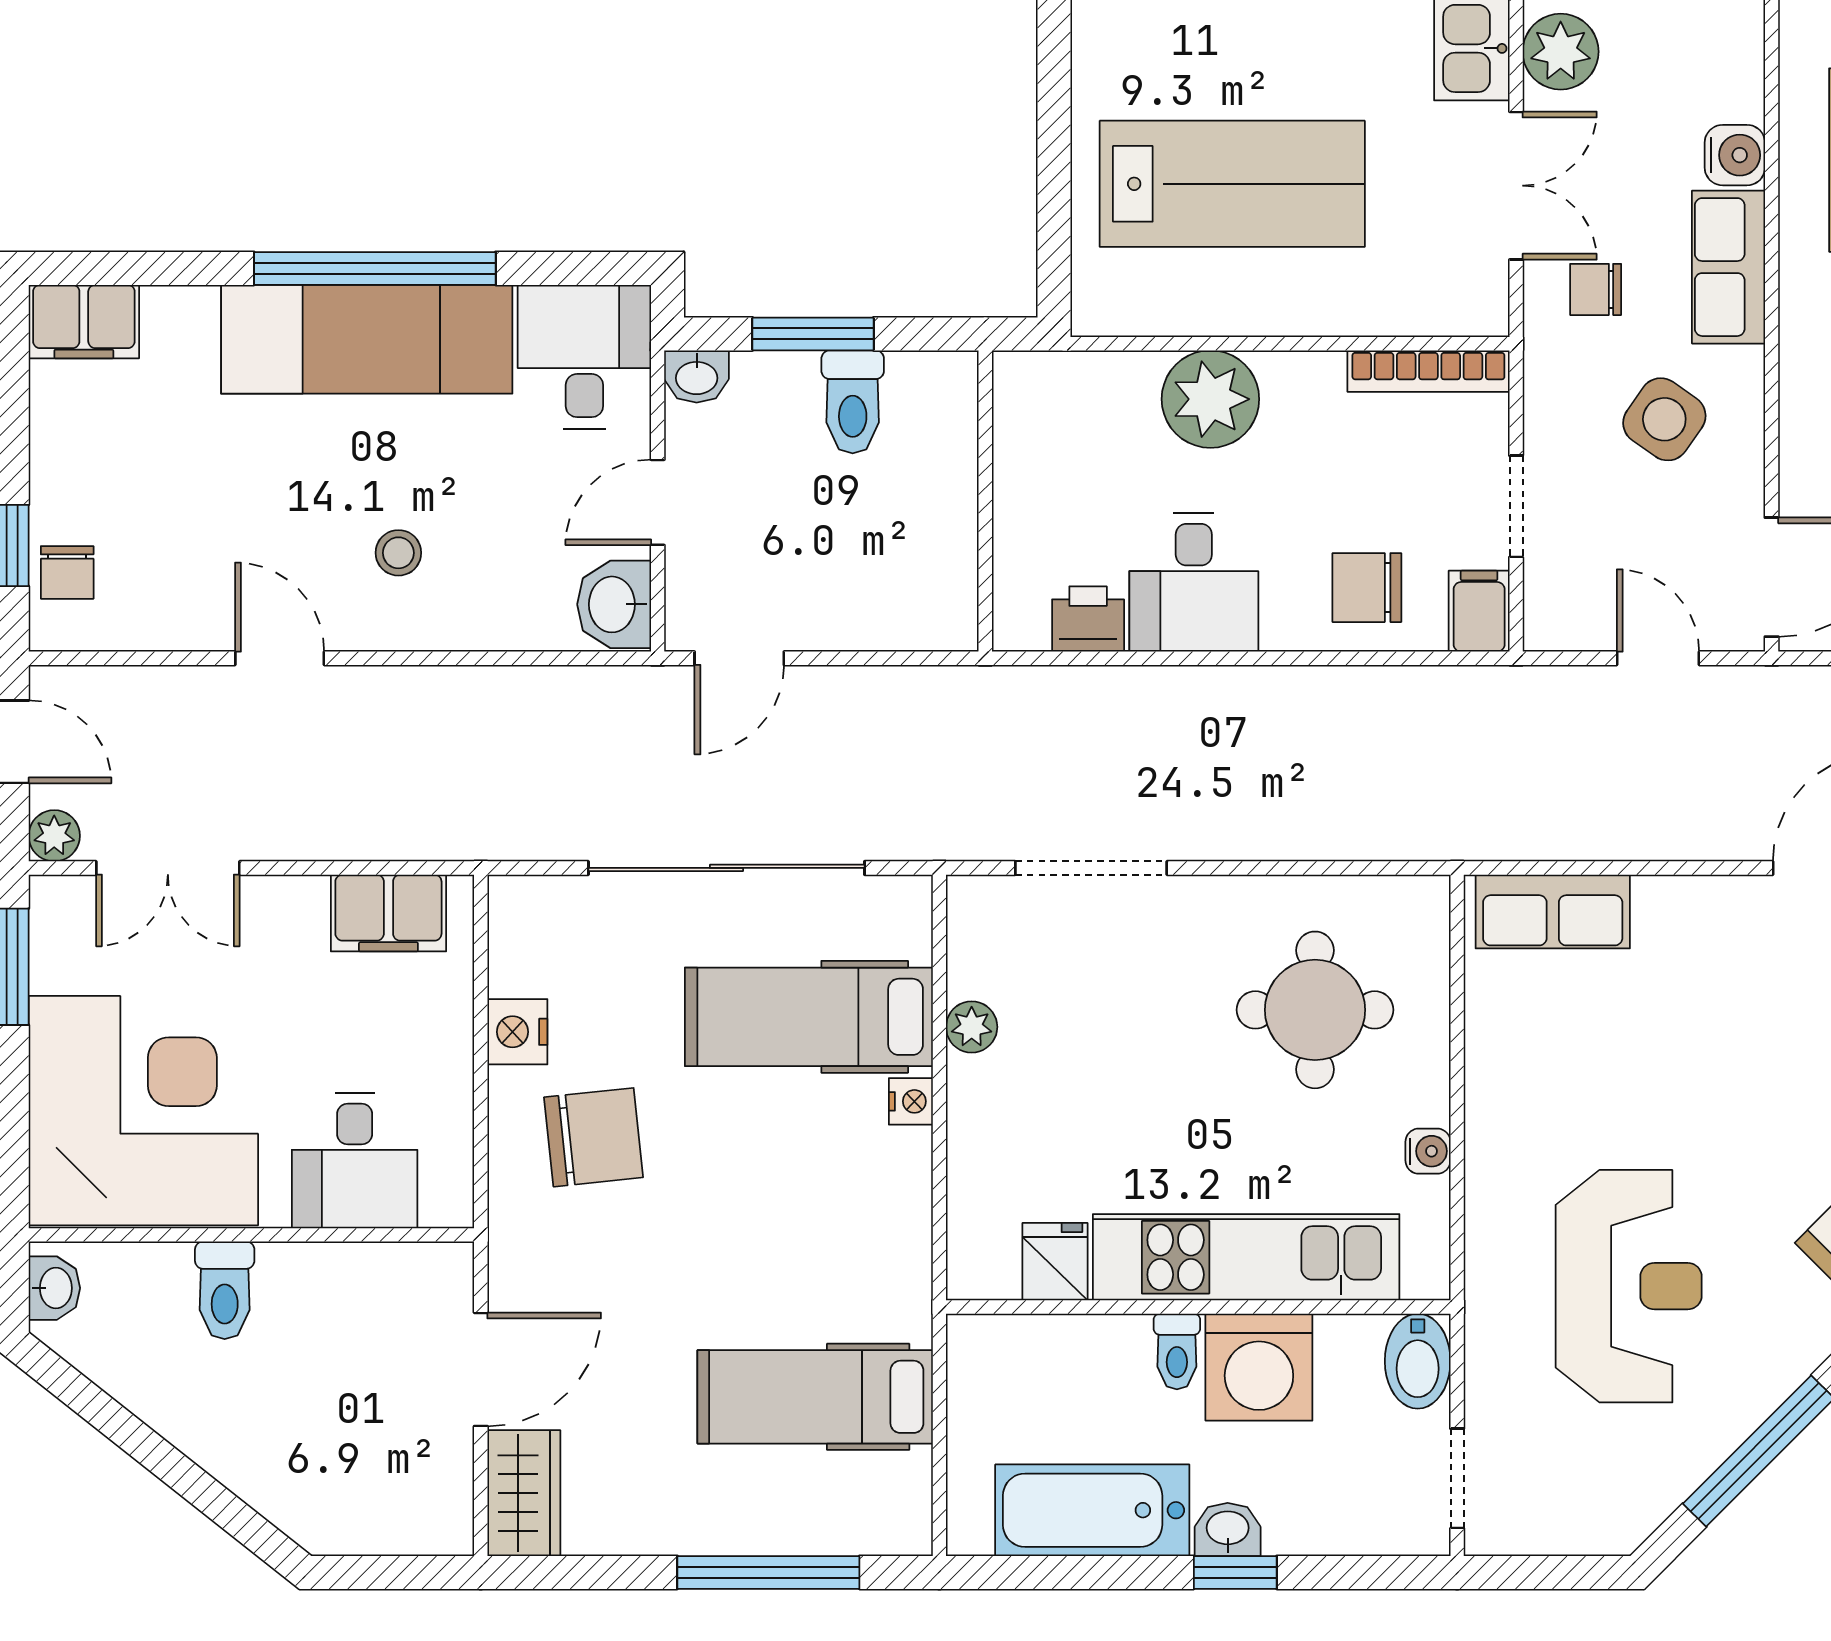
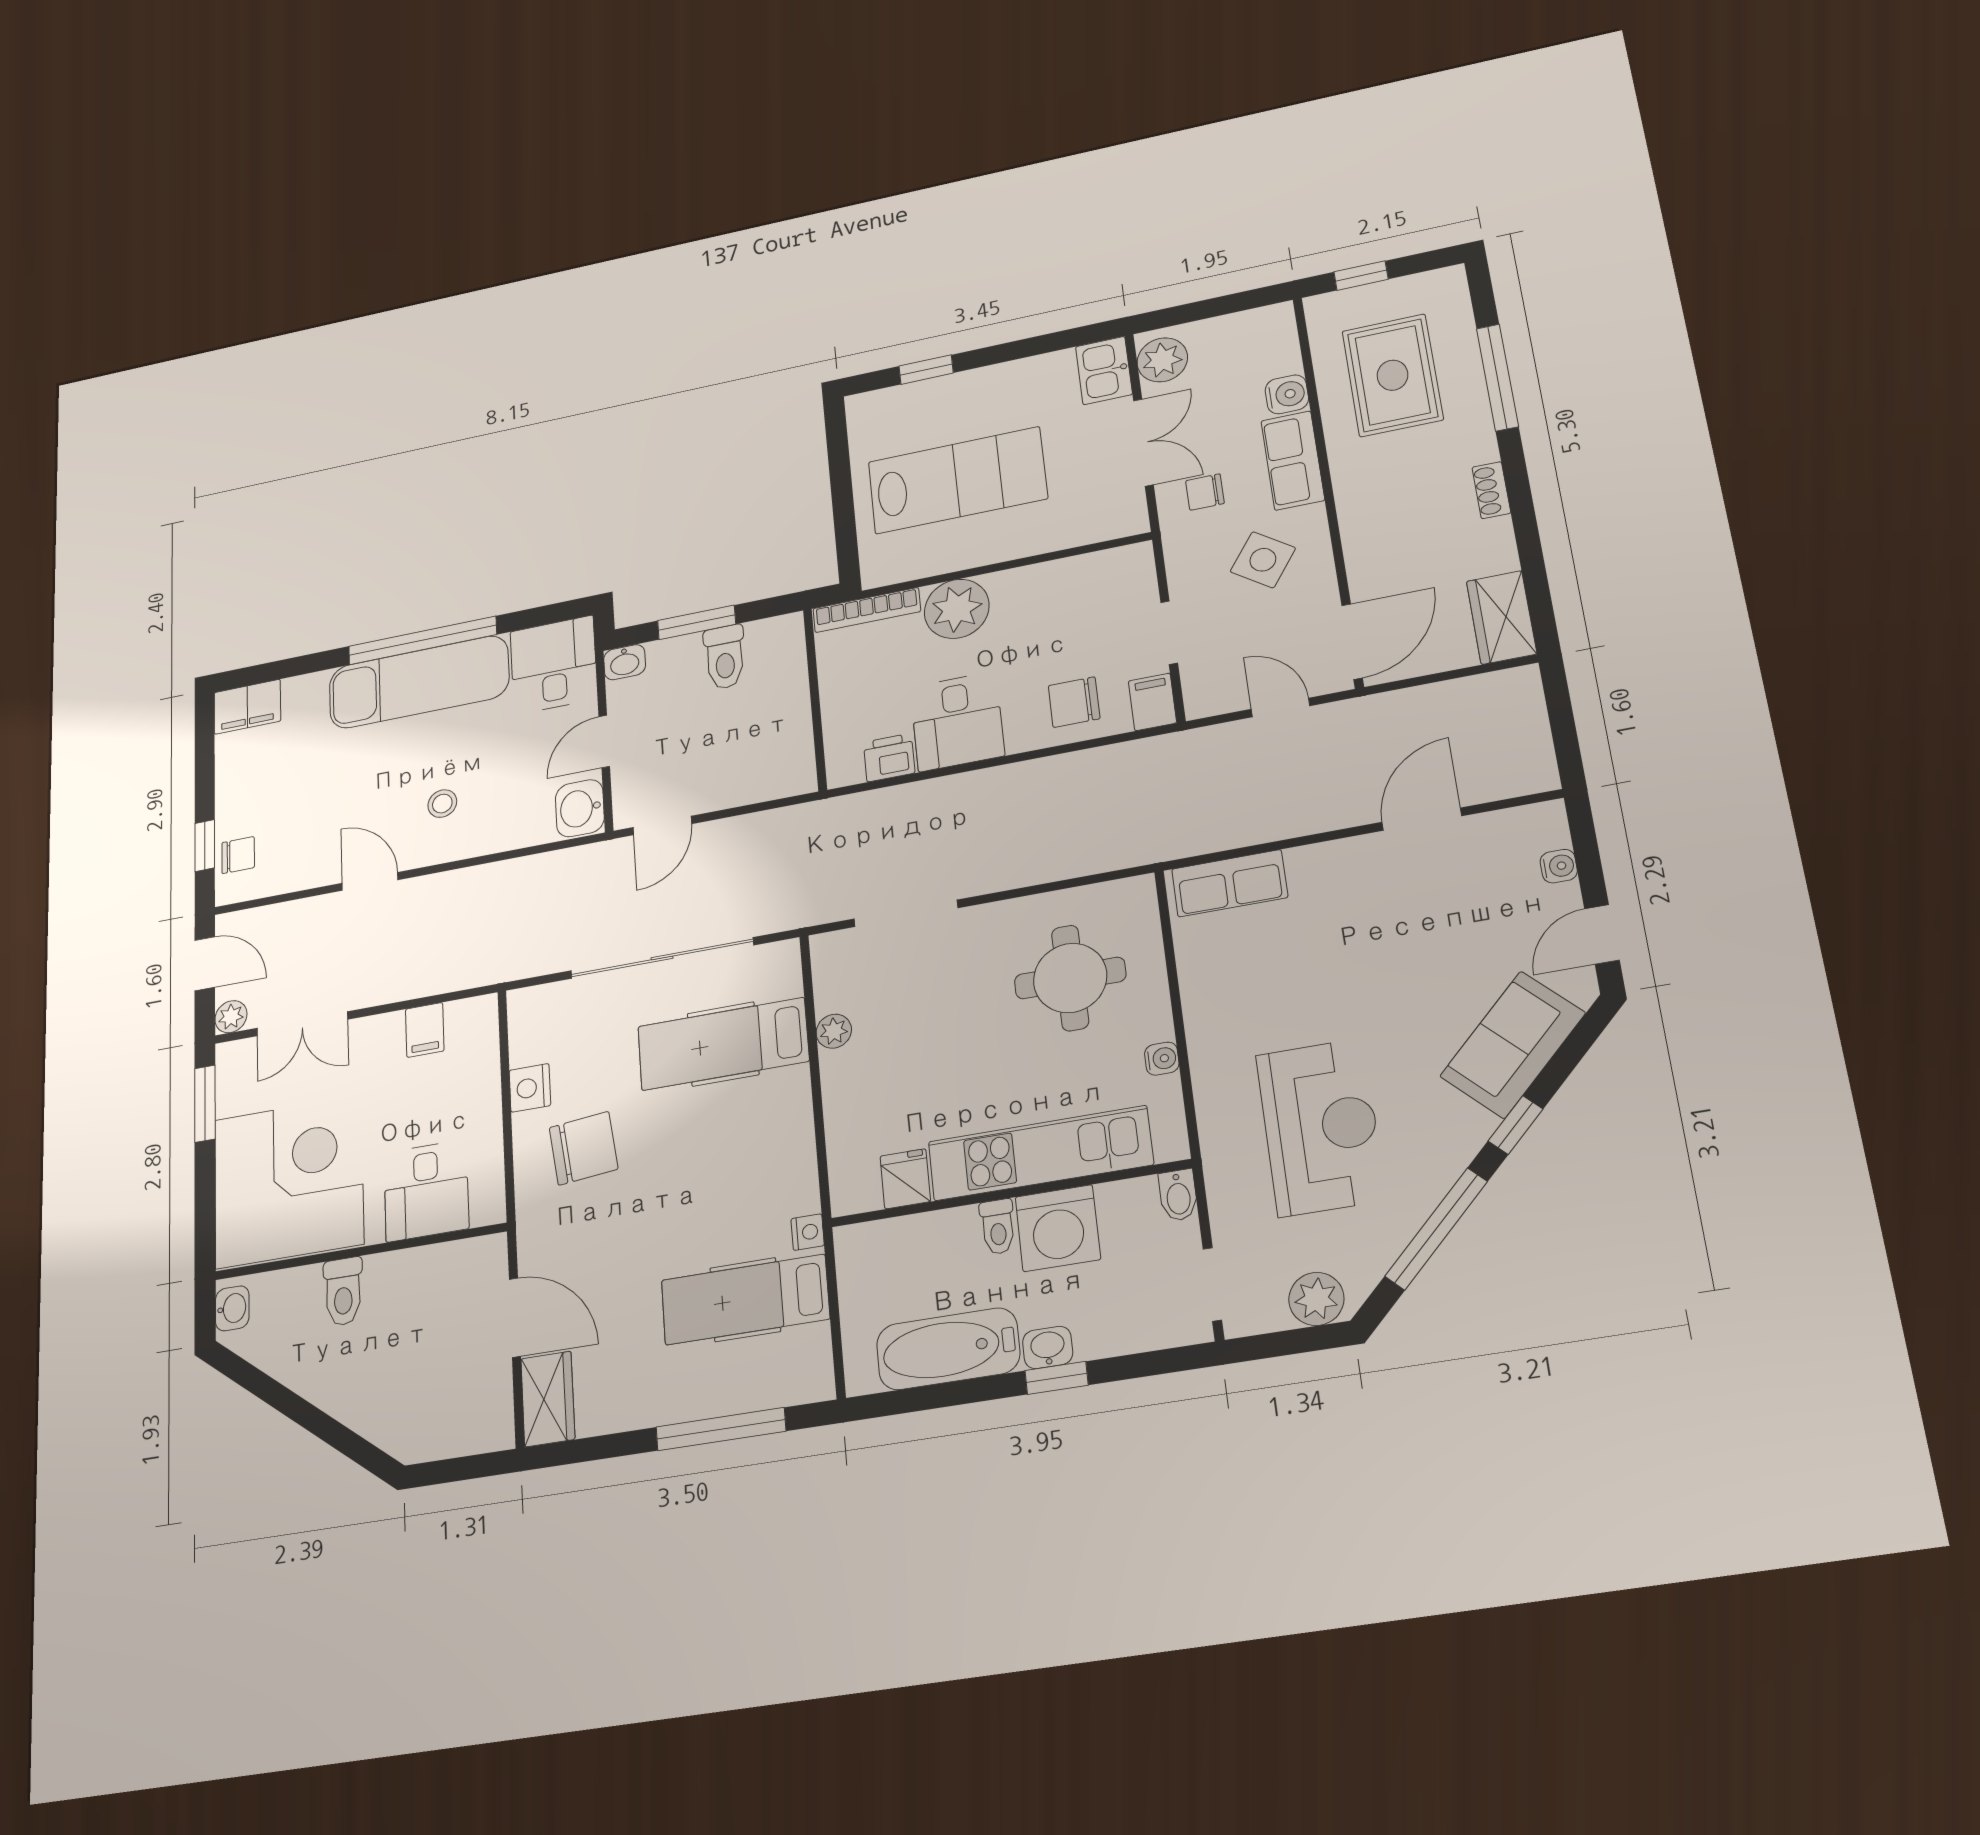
bookcase: (1428, 371) -> (867, 610), moved
chair: (67, 572) -> (238, 855), turned -90
filing cabinet: (388, 913) -> (425, 1030), width x0.50
nightstand: (911, 1101) -> (808, 1232), moved
bidet: (1418, 1361) -> (1178, 1195), width x0.72, depth x0.74
door: (481, 1369) -> (515, 1318), hinge flipped
plant: (1591, 1520) -> (1316, 1299), added

